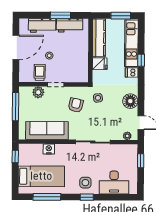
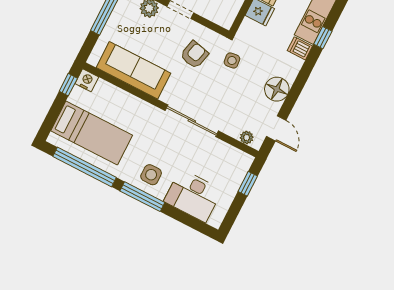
nightstand: (49, 149) -> (87, 80), moved
window: (47, 197) -> (84, 167), width x1.46
window: (87, 197) -> (142, 197), width x2.17

